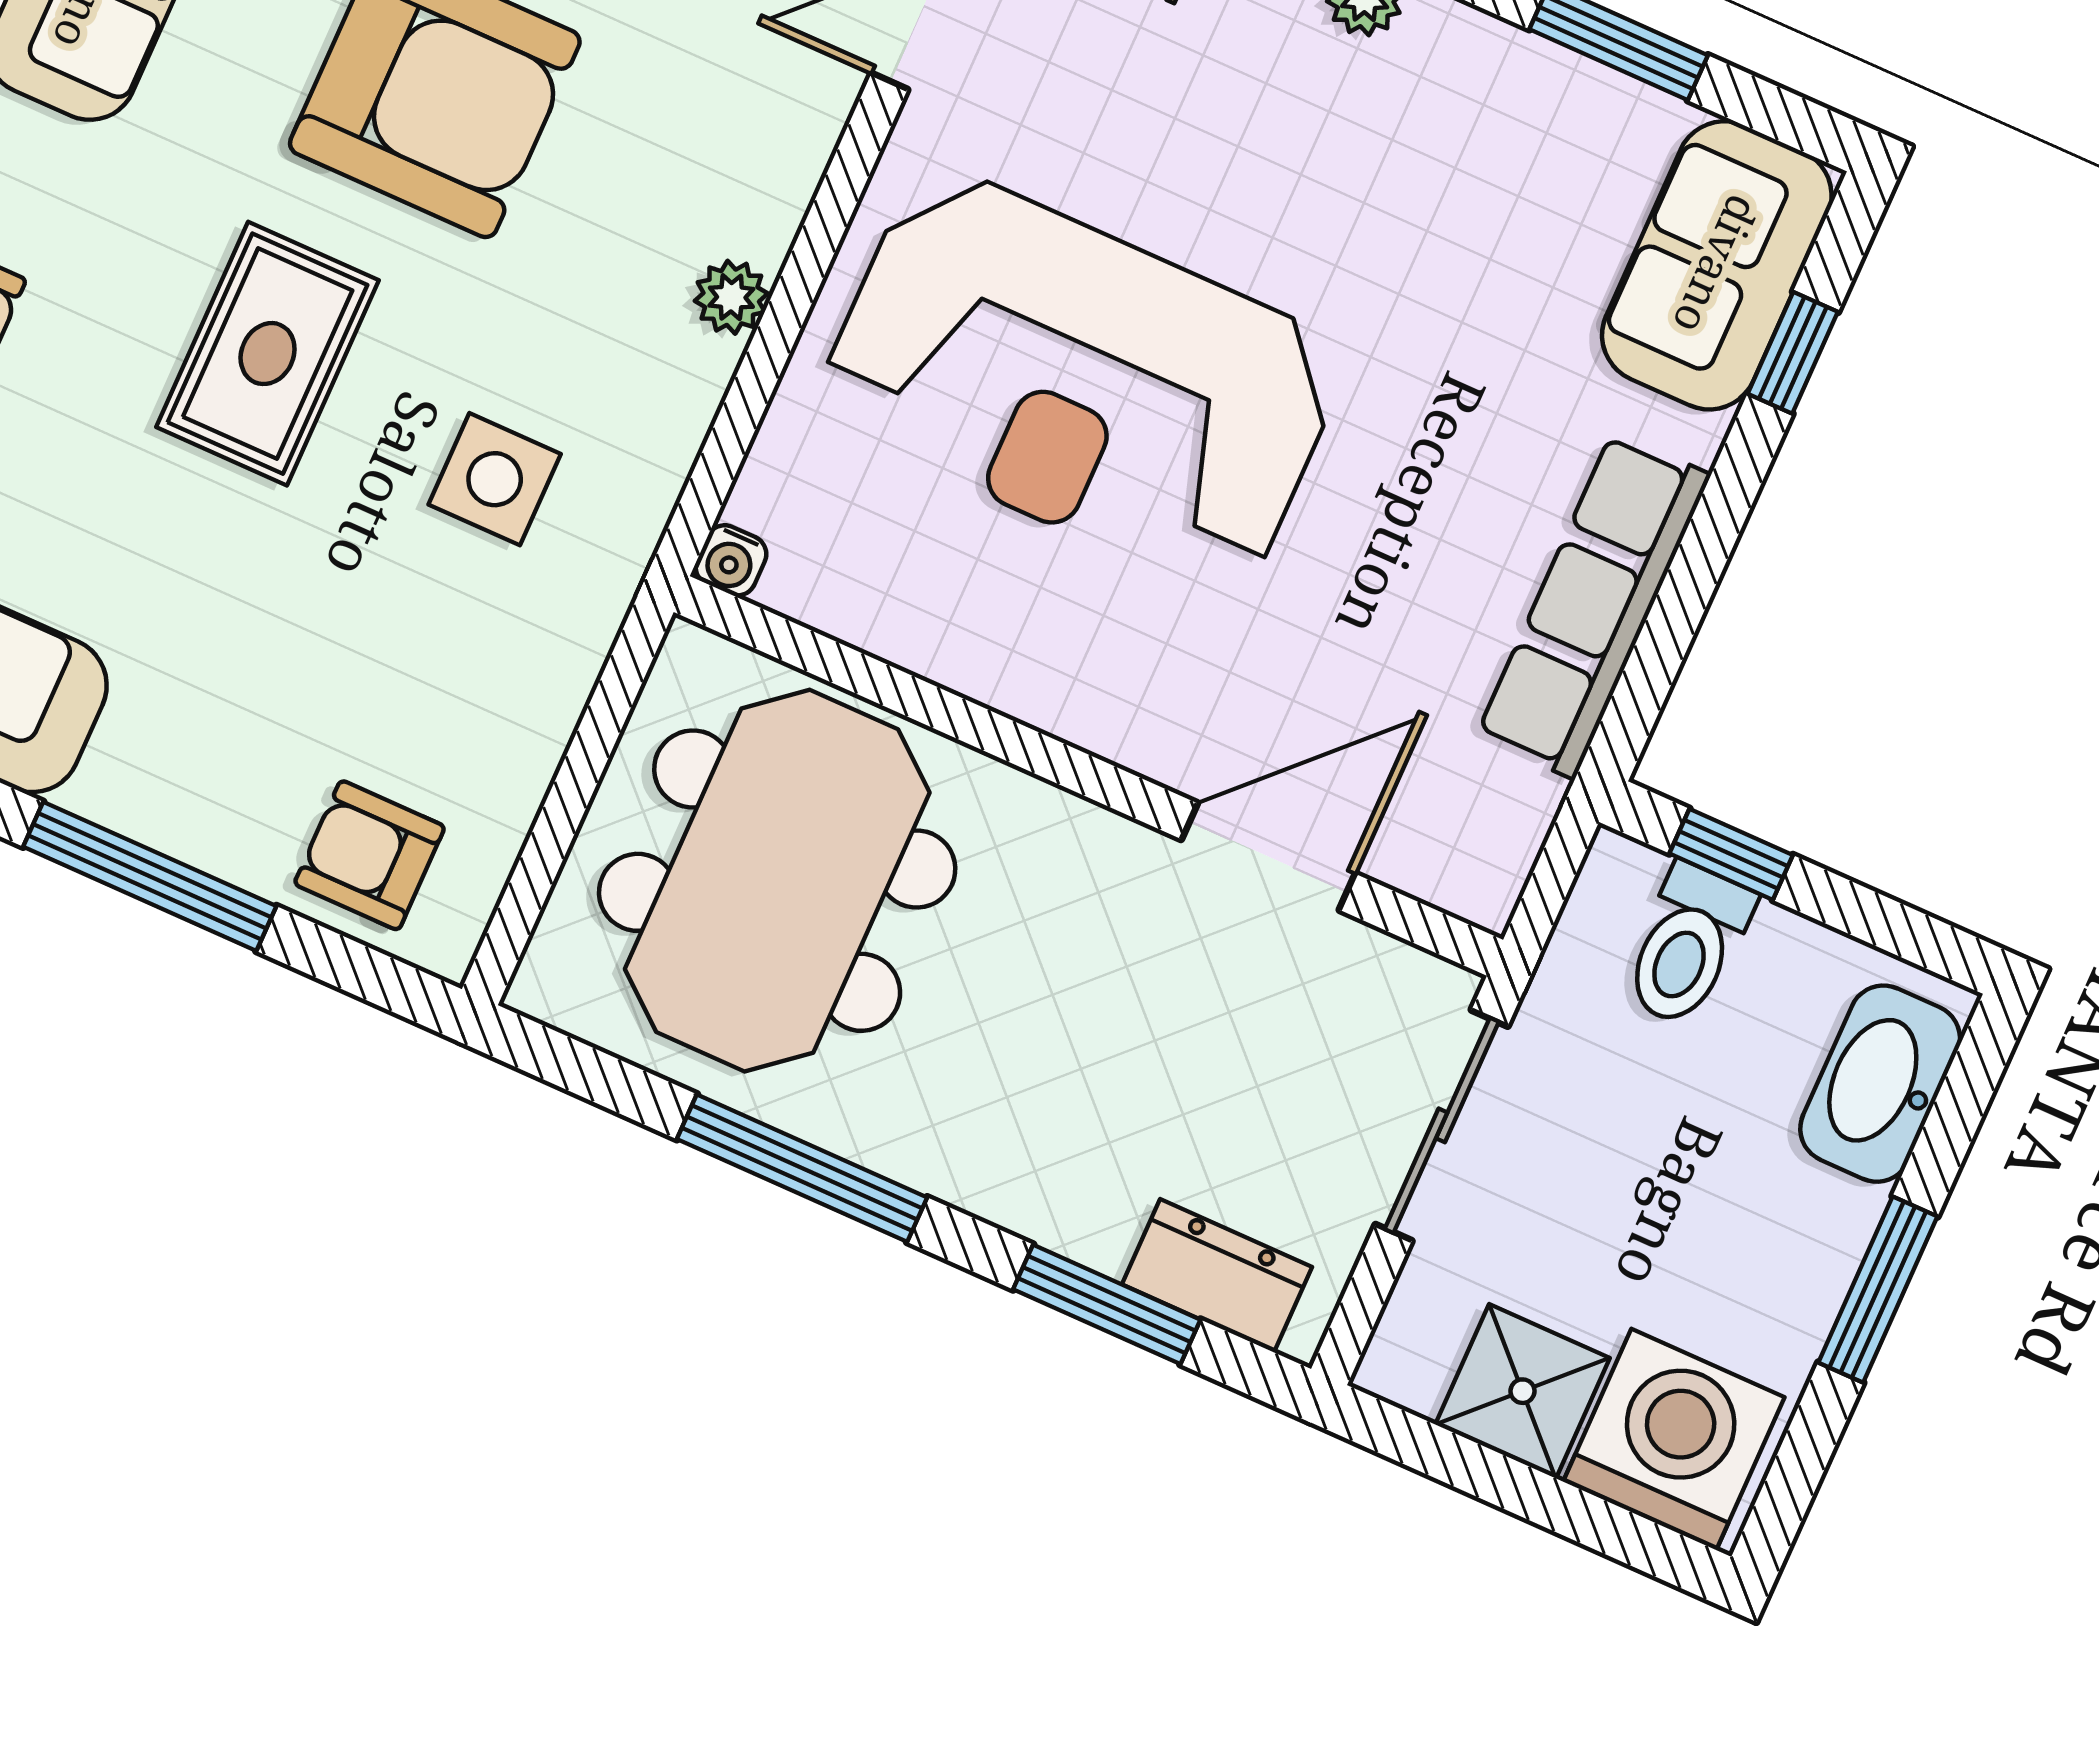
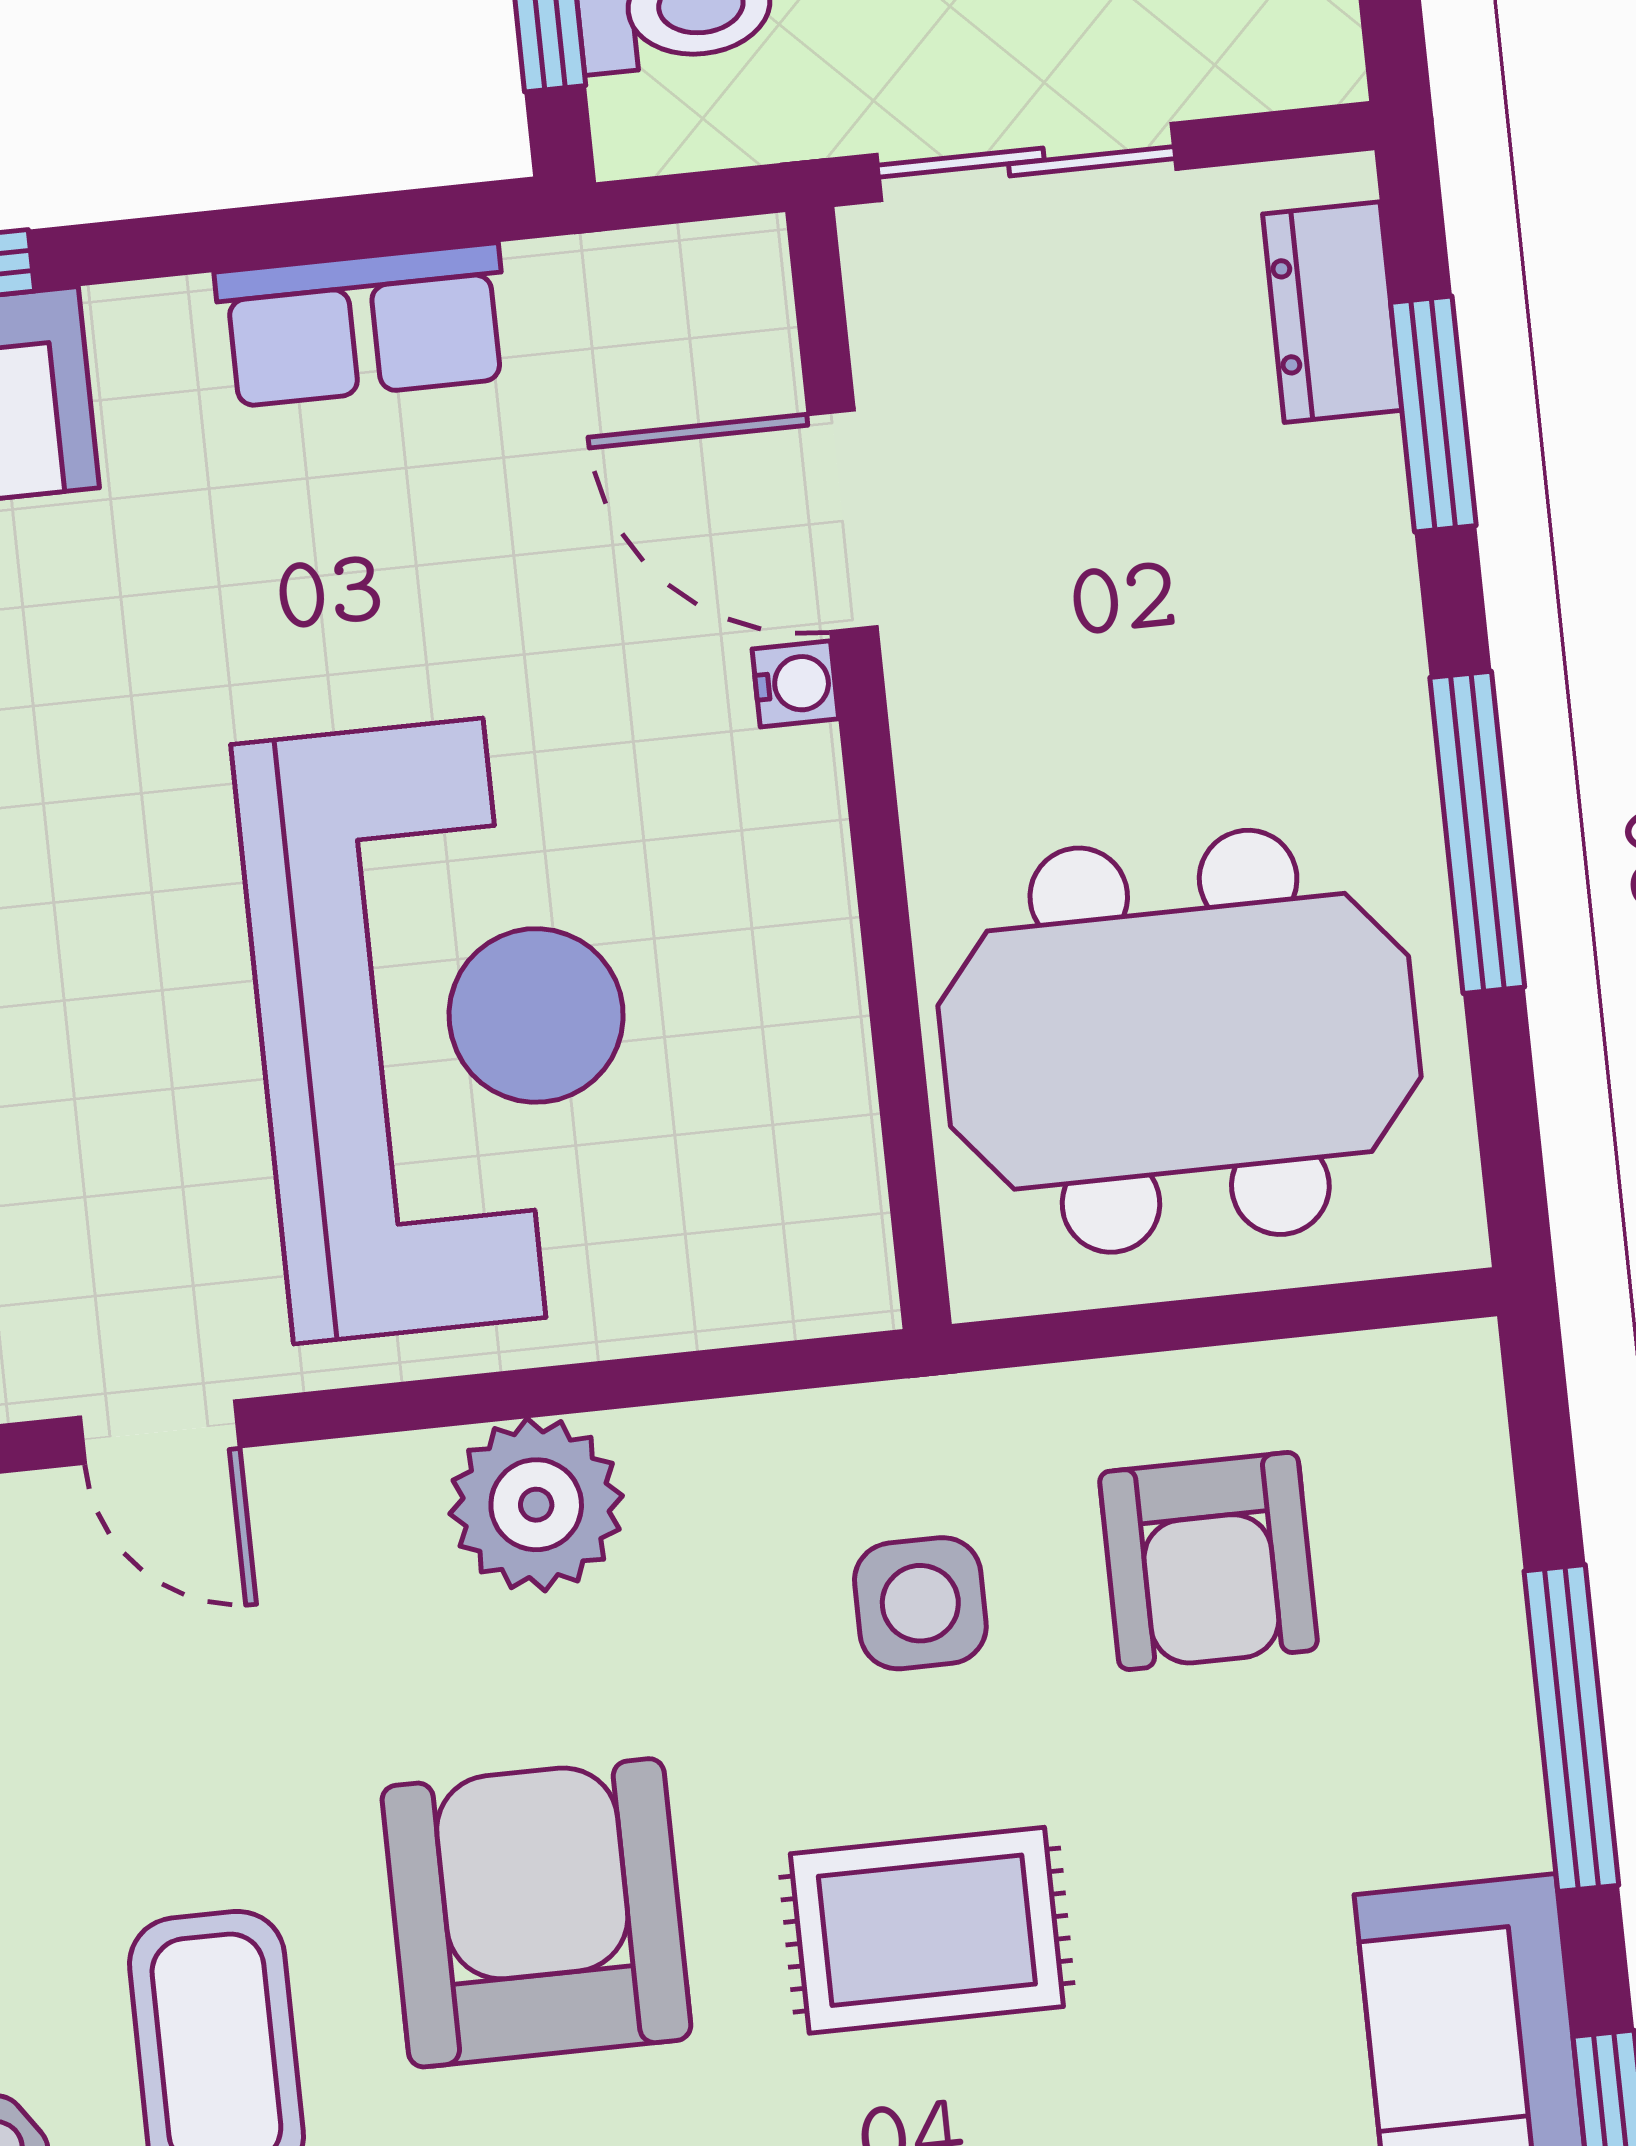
plant: (731, 297) -> (536, 1505), width x1.88, depth x1.88
water cooler: (731, 560) -> (795, 684), moved
row of seats: (1594, 605) -> (363, 325), width x0.68
armchair: (370, 855) -> (1209, 1561), moved, width x1.38, depth x1.38

